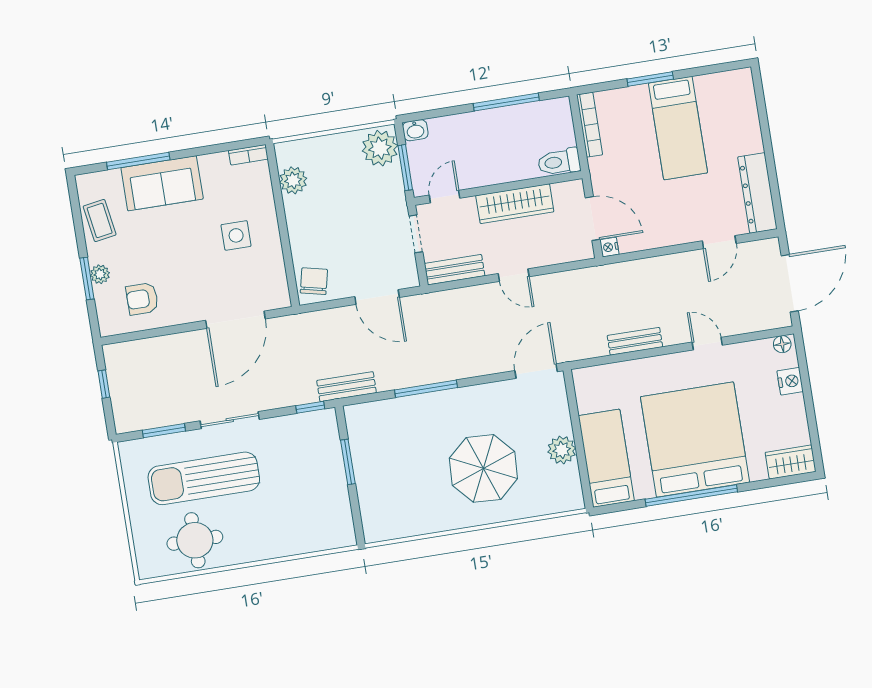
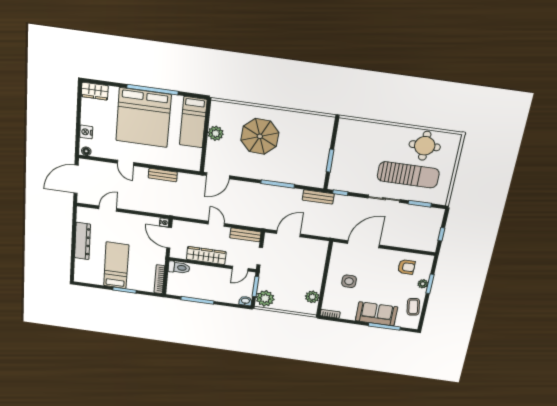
dresser: (757, 193) -> (83, 241), moved
chair: (314, 281) -> (318, 250), removed
door: (377, 297) -> (289, 234), hinge flipped

